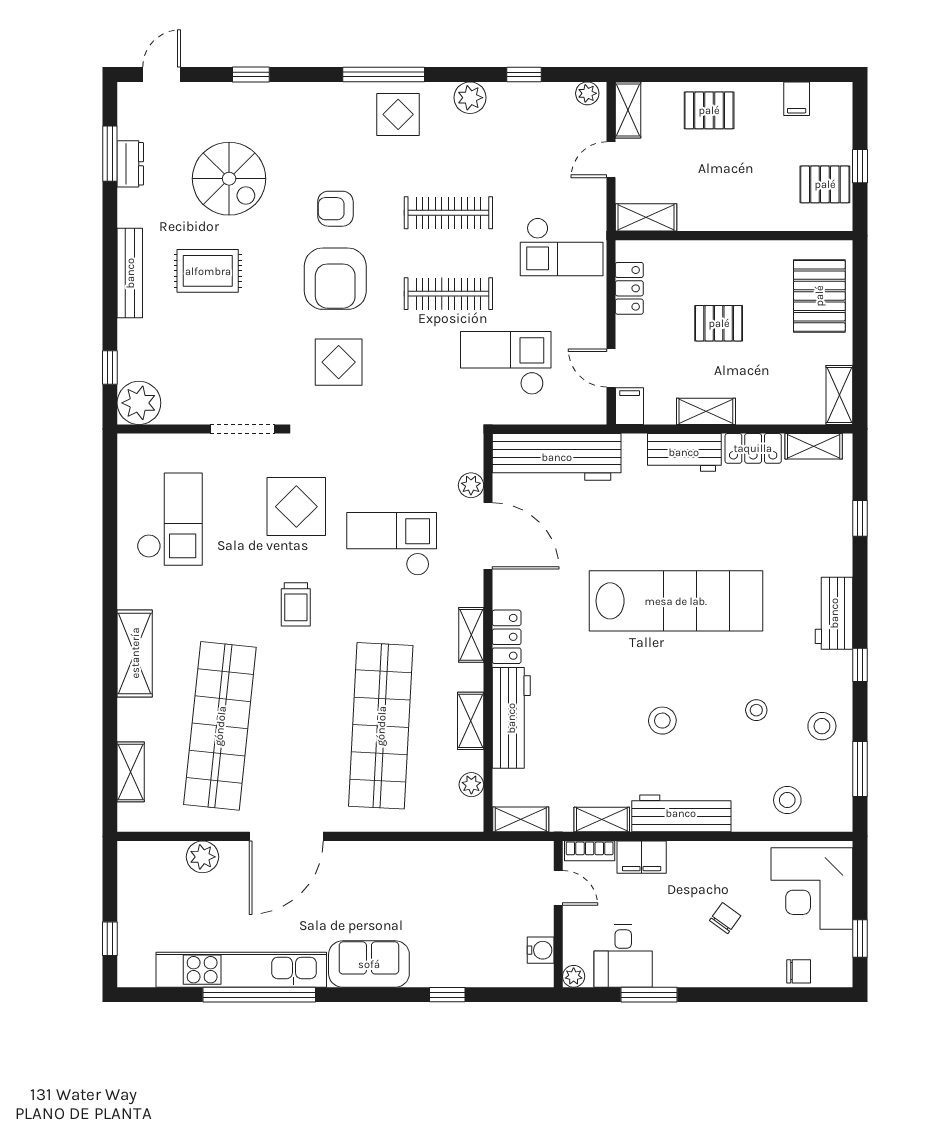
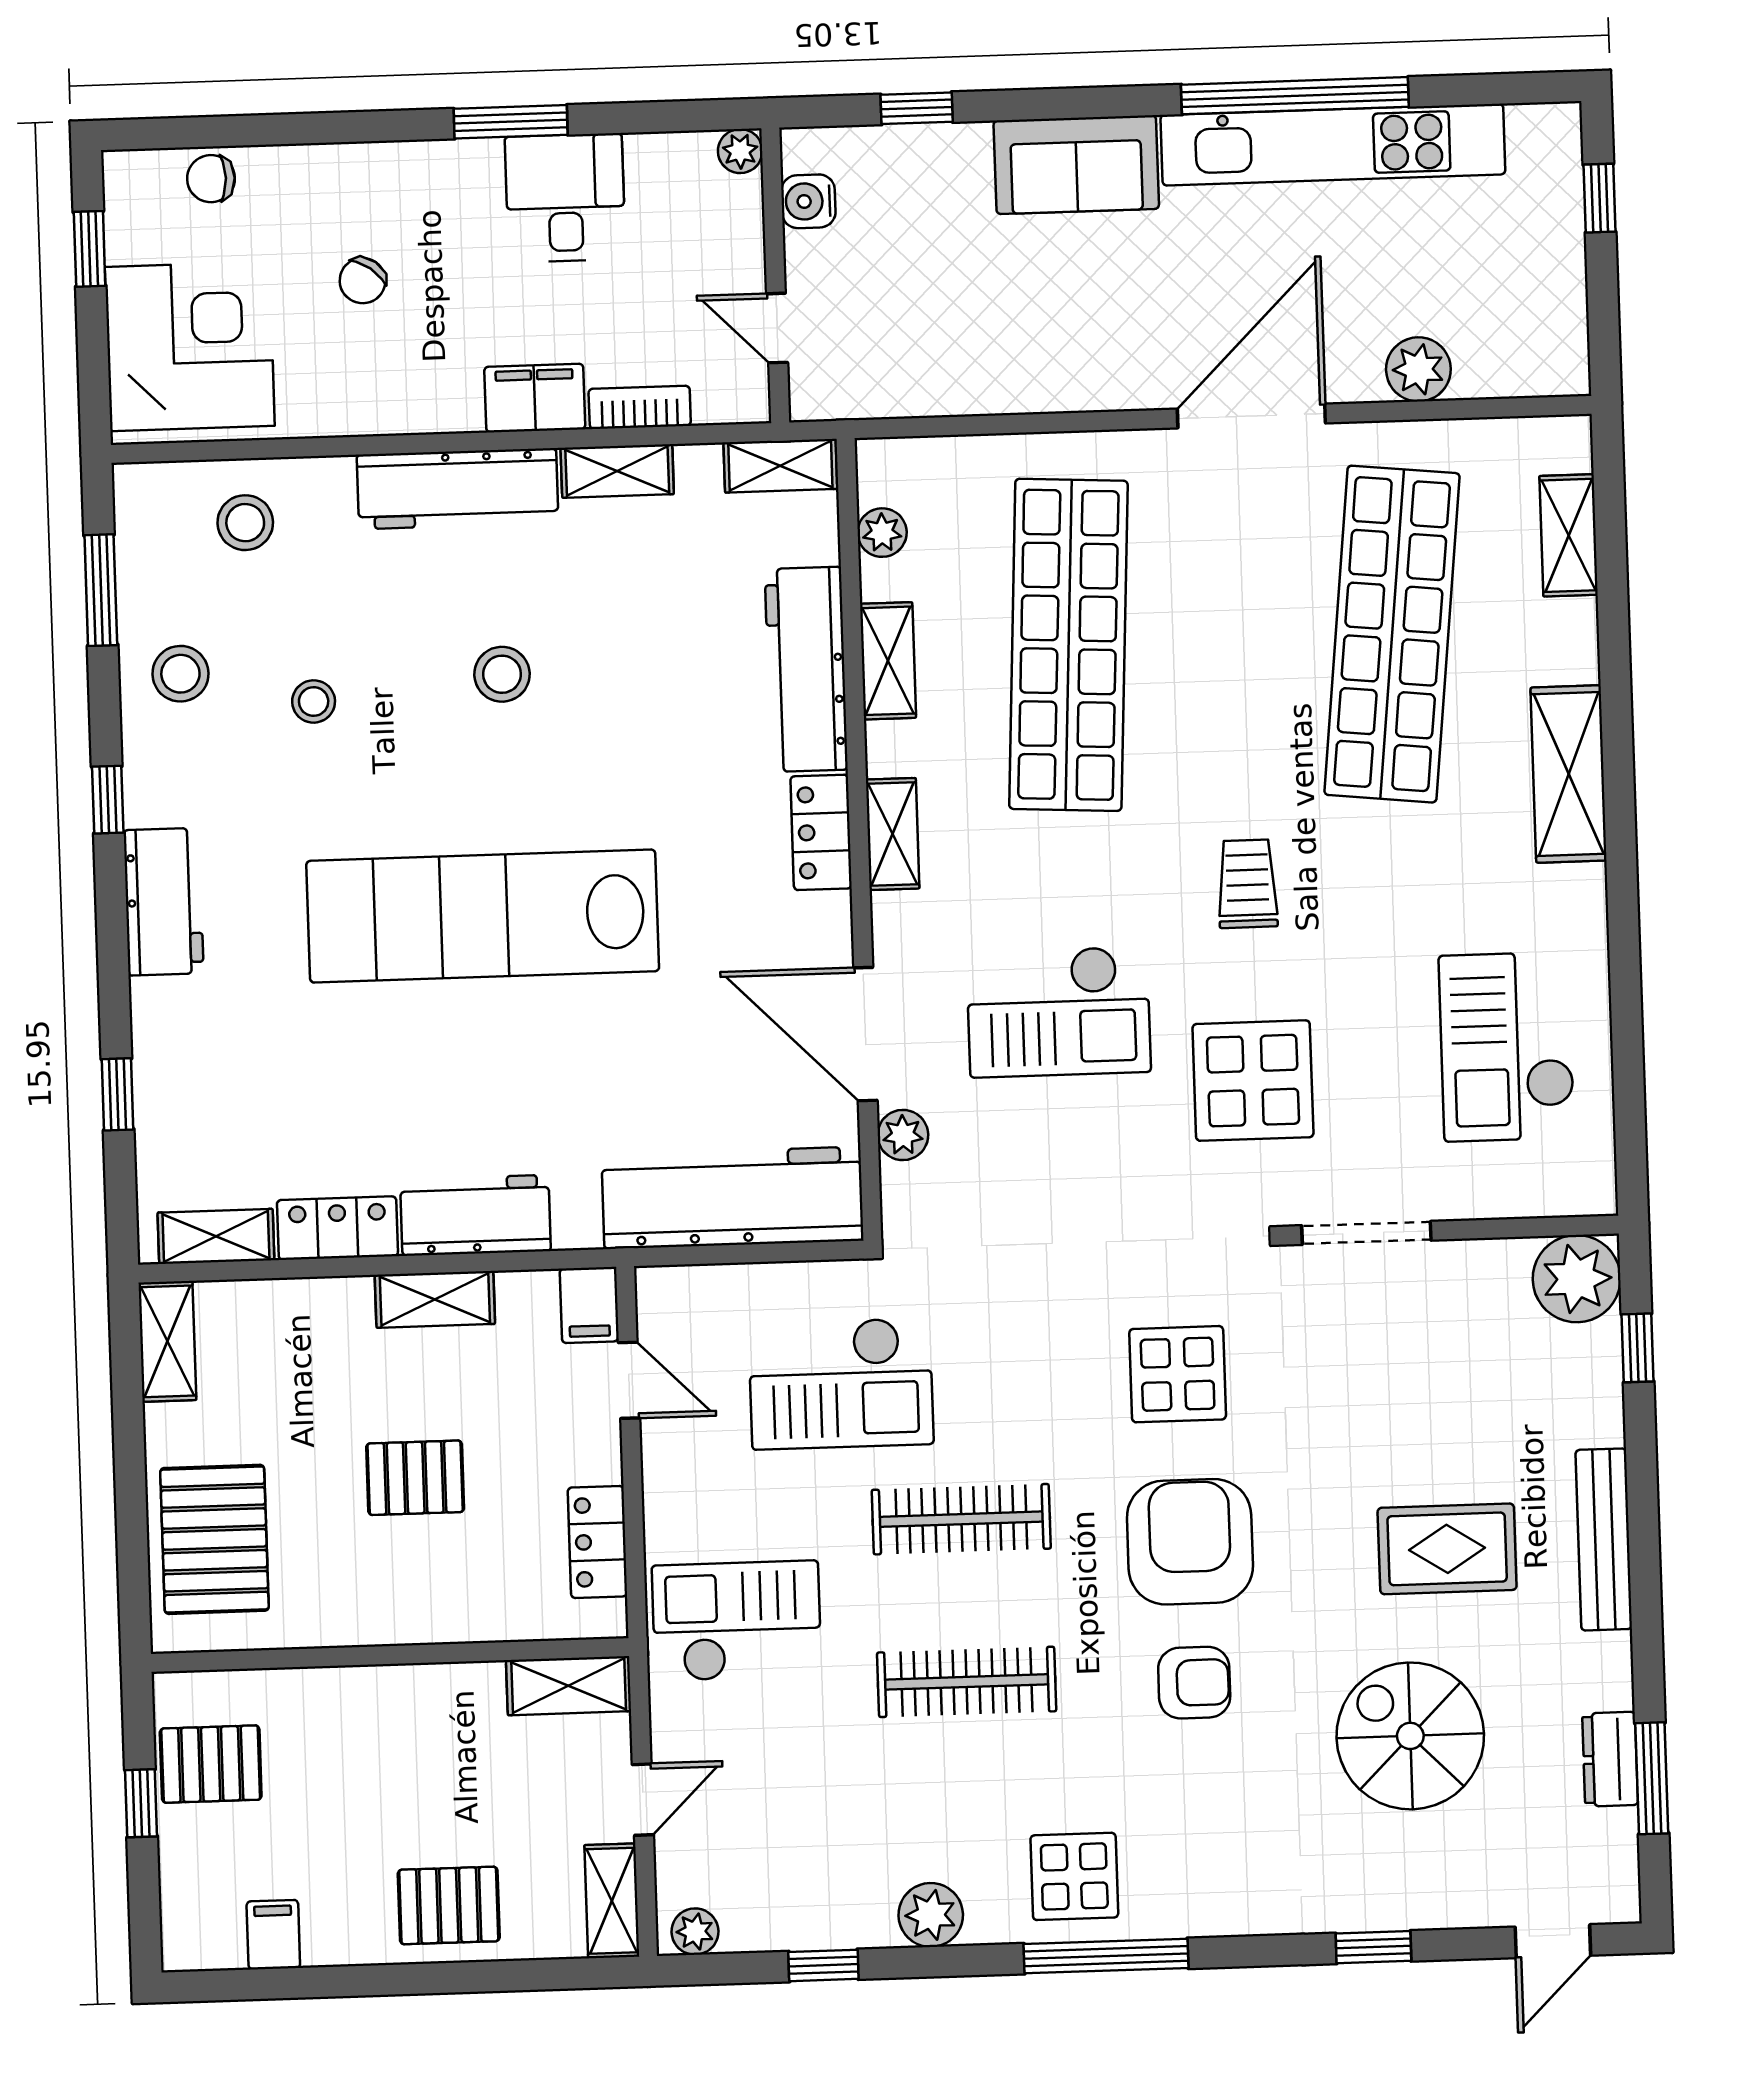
door: (558, 888) -> (777, 328), moved
wall: (558, 914) -> (775, 275), moved
water cooler: (541, 950) -> (808, 201), moved
plant: (574, 976) -> (740, 151), moved

